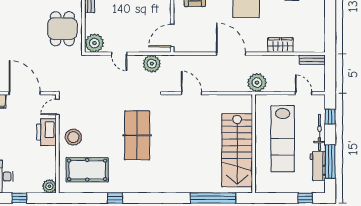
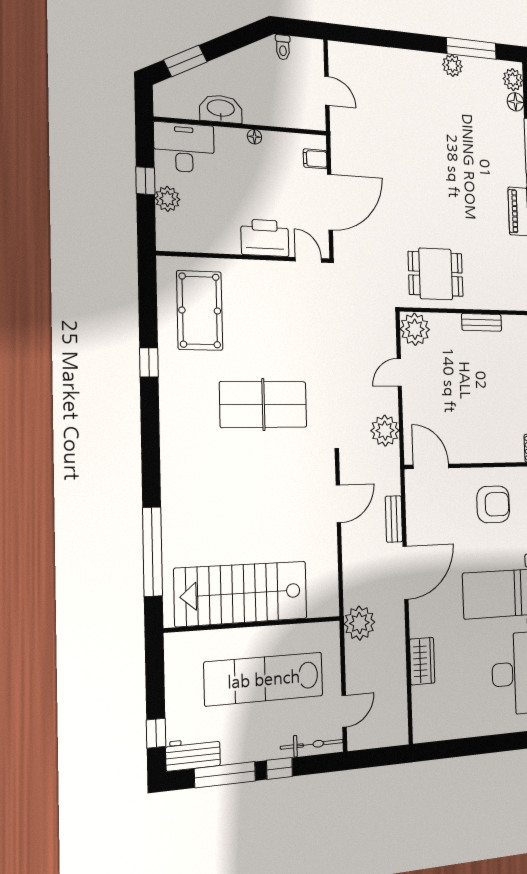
bench: (312, 60) -> (394, 519), moved
window: (330, 117) -> (280, 768), moved
bicycle: (319, 132) -> (312, 744), moved
stool: (73, 137) -> (257, 287), removed
workbench: (318, 166) -> (193, 754), moved
plant: (49, 186) -> (168, 199), moved

